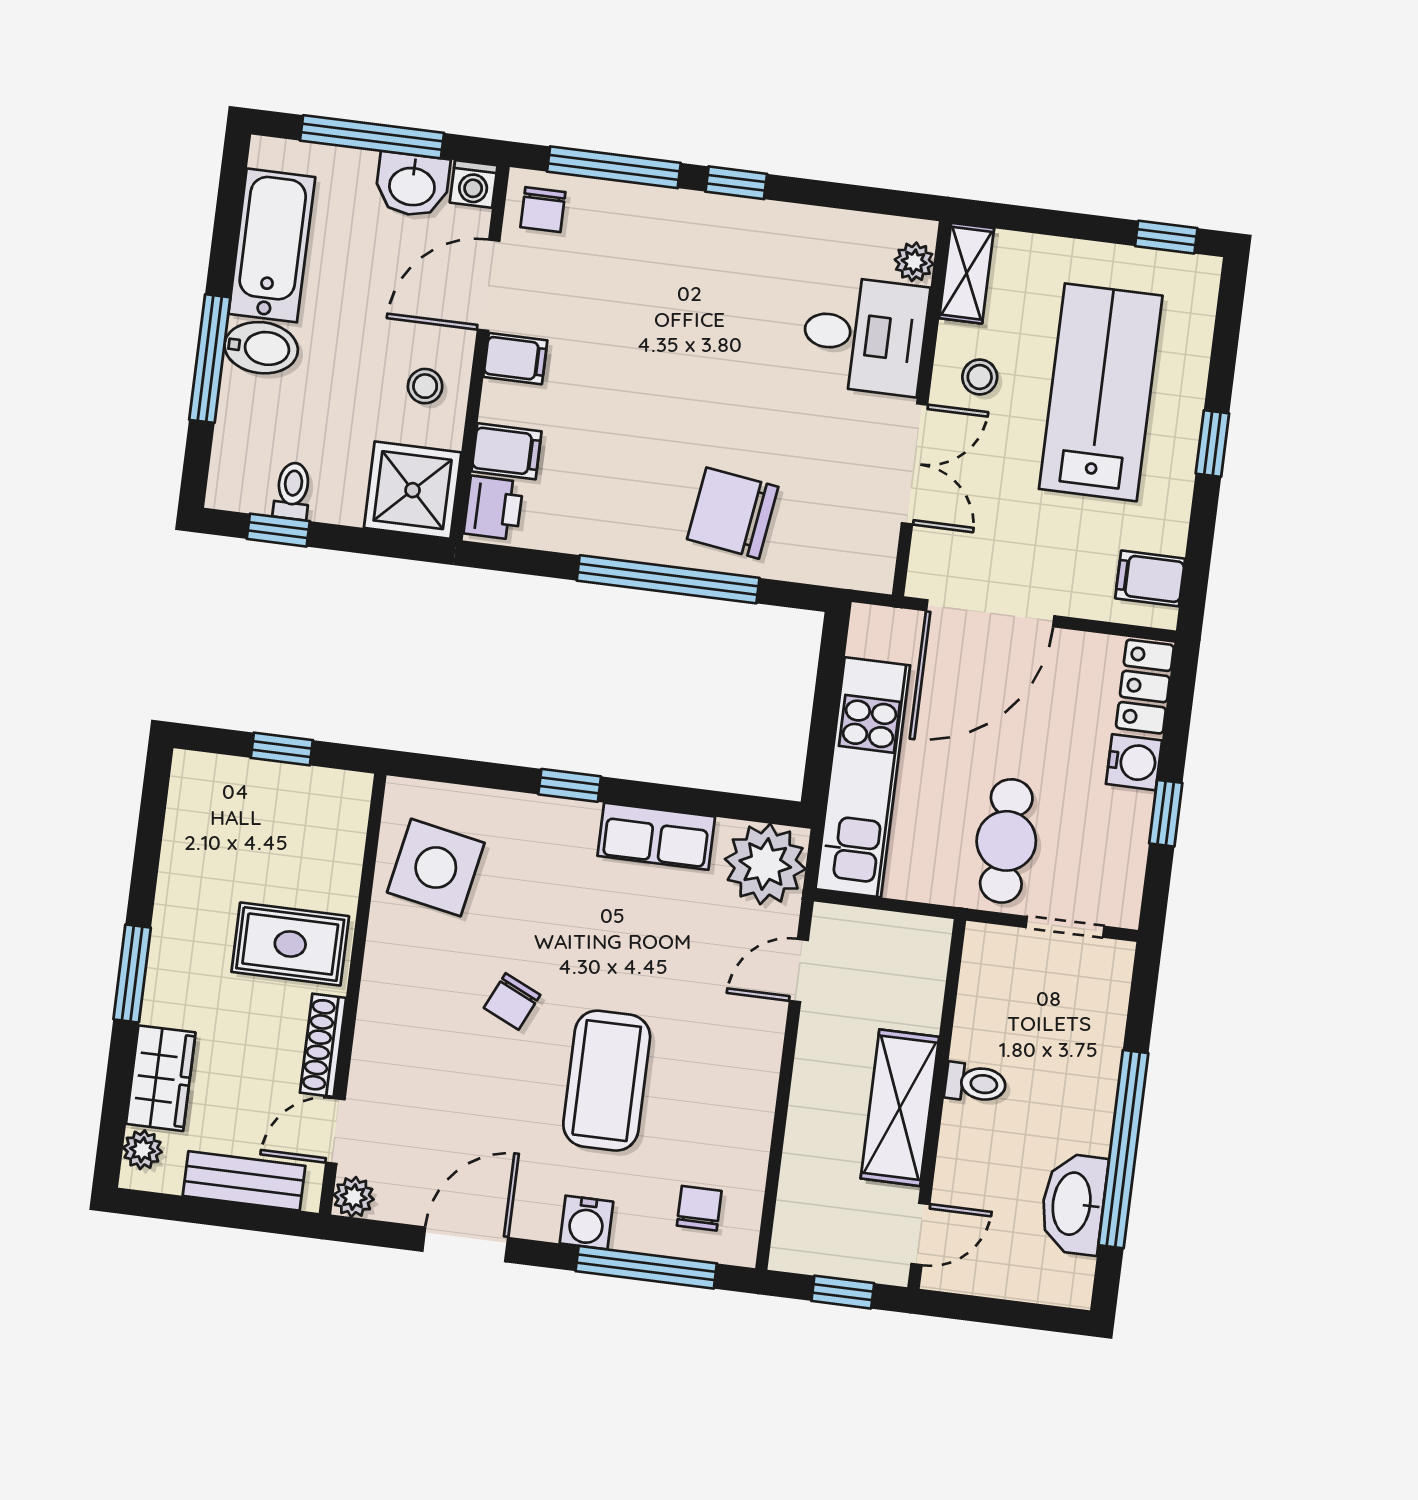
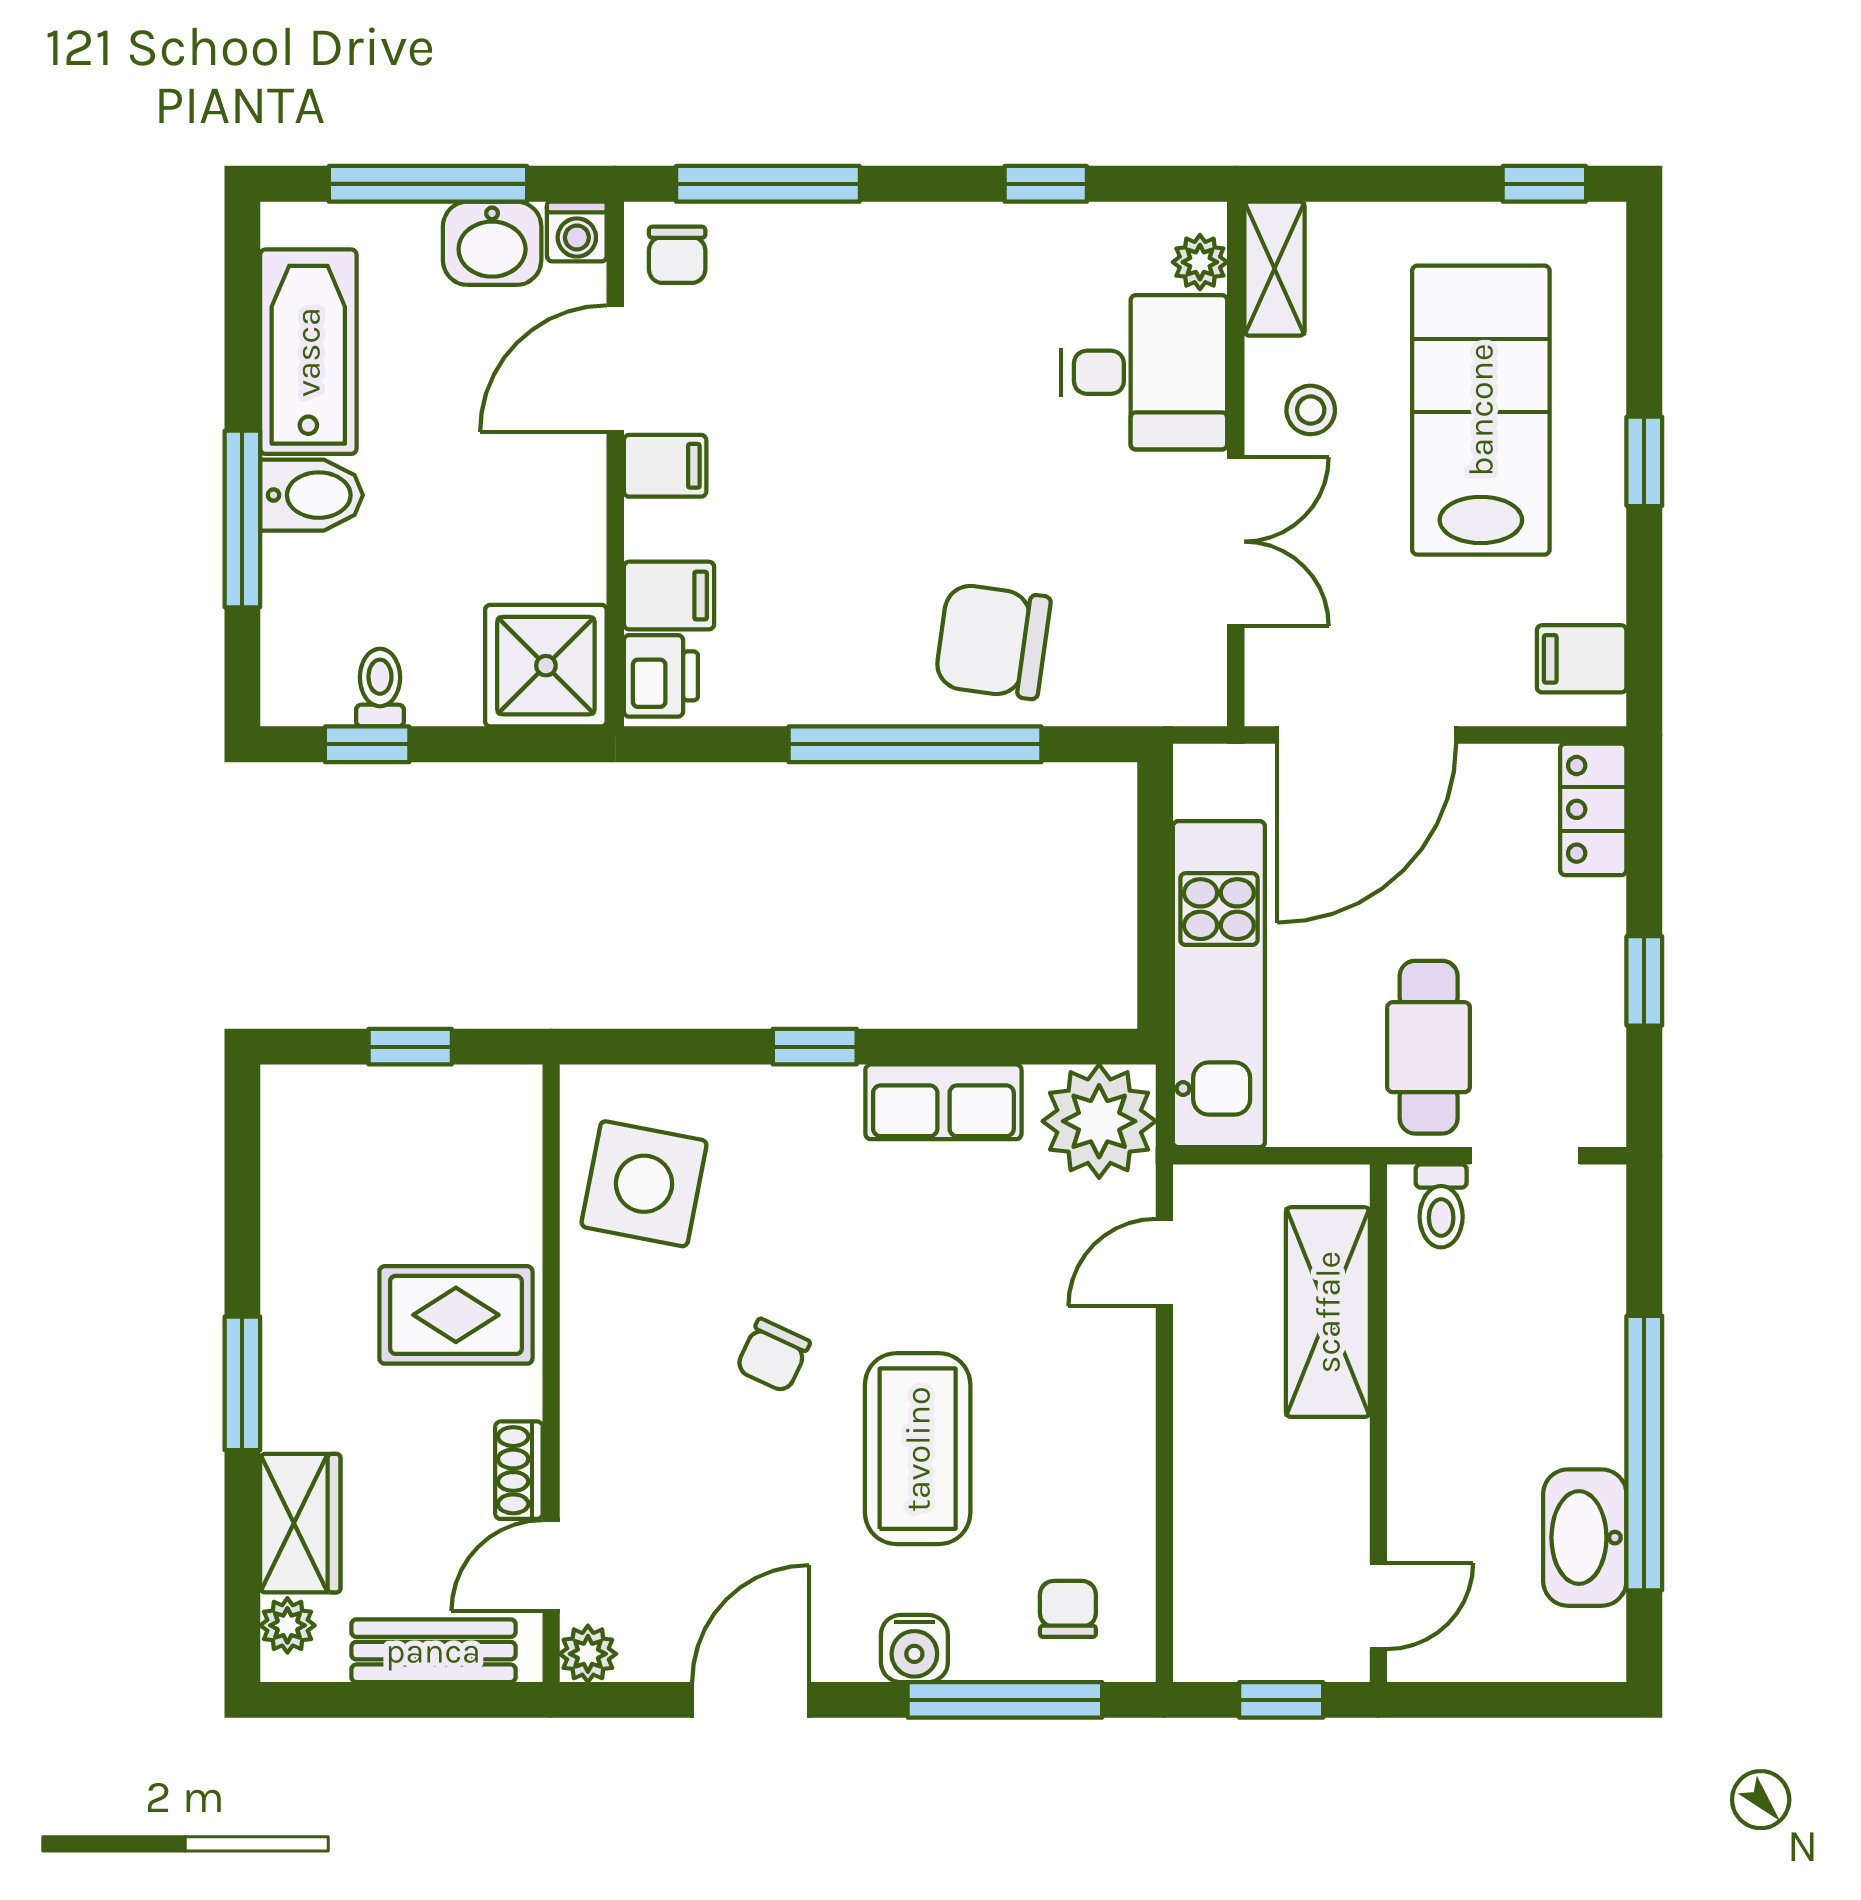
window: (736, 183) -> (1046, 184), moved
stool: (425, 386) -> (545, 519), removed
water cooler: (1134, 762) -> (1591, 916), removed
shoe rack: (323, 1045) -> (519, 1470), width x0.70
toilet: (976, 1083) -> (1441, 1206), moved, turned 90
shelving: (900, 1108) -> (1328, 1312), moved

